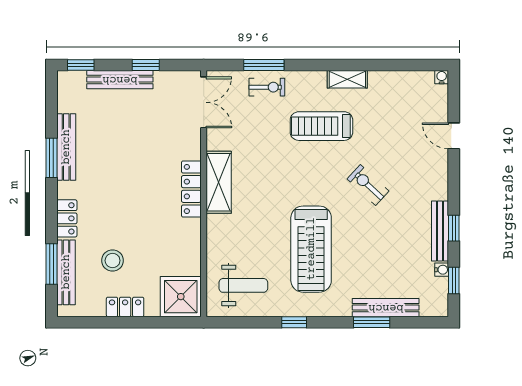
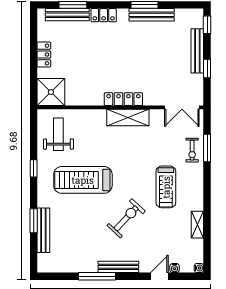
shelving: (347, 79) -> (197, 225), moved
treadmill: (321, 126) -> (166, 187), turned 180
exercise bike: (368, 185) -> (126, 218), width x1.38, depth x1.39
window: (454, 228) -> (97, 276), width x2.17
bench: (440, 231) -> (118, 267), moved
stool: (113, 261) -> (75, 46), removed
water cooler: (442, 270) -> (175, 268), moved
window: (454, 281) -> (62, 276), removed
weight bench: (243, 285) -> (58, 134), turned 180

